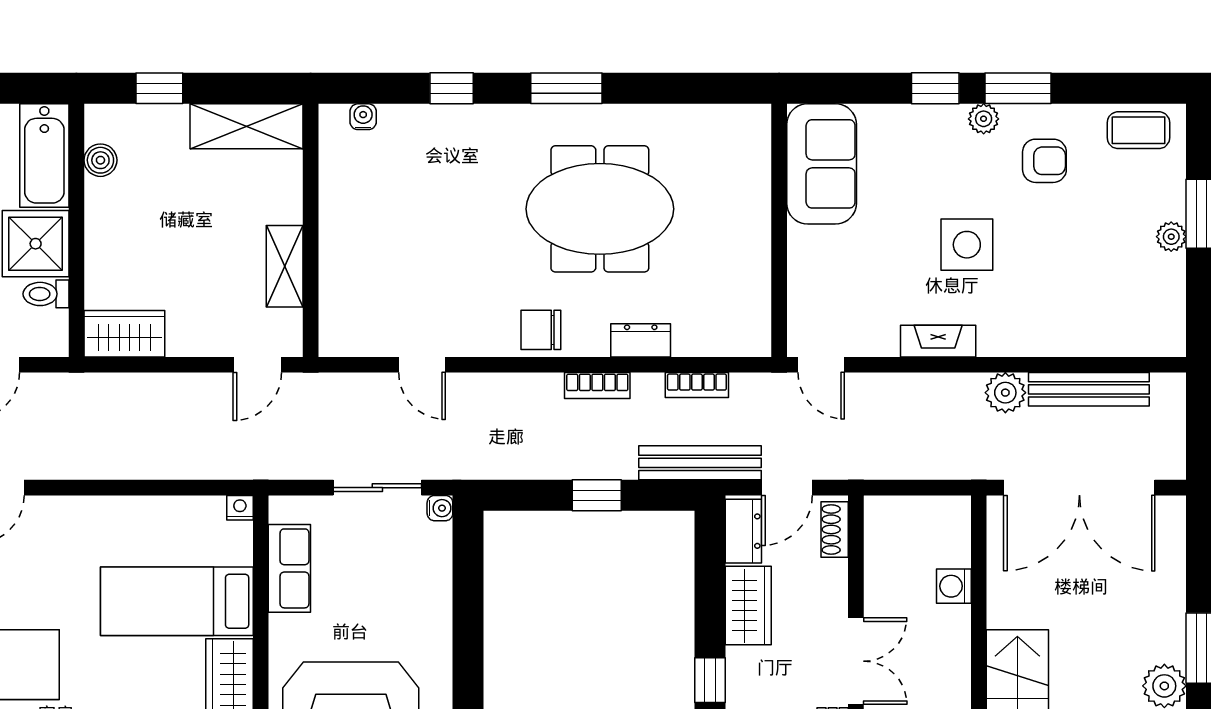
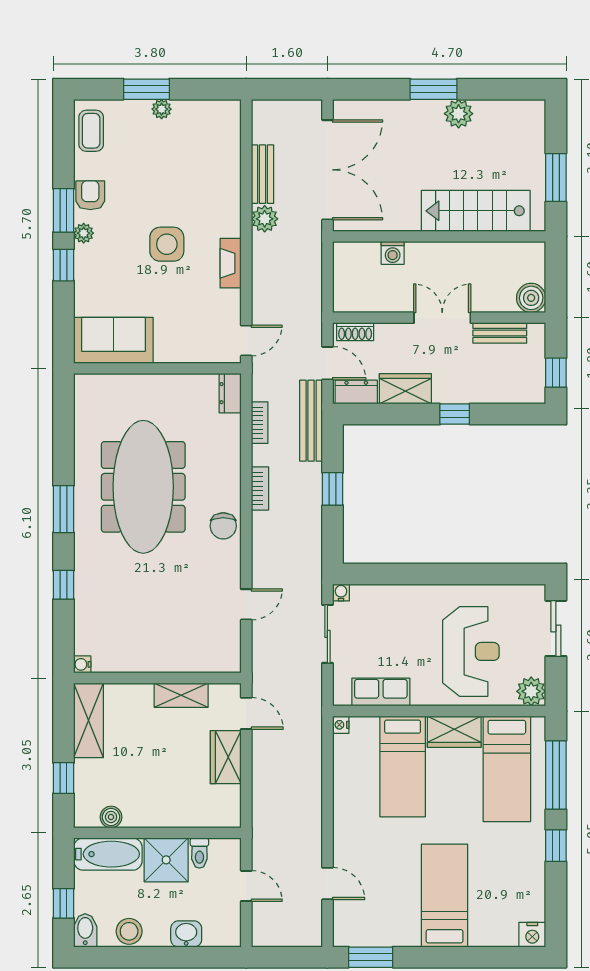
water cooler: (363, 117) -> (82, 664), moved
armchair: (1044, 161) -> (90, 195), moved
meeting table: (600, 209) -> (143, 487), width x1.36
wardrobe: (124, 334) -> (226, 757), moved
dresser: (641, 340) -> (230, 393), moved
bench: (1089, 389) -> (262, 174), width x0.73

